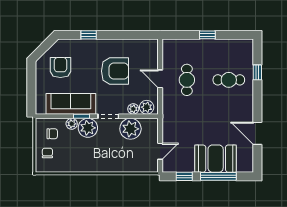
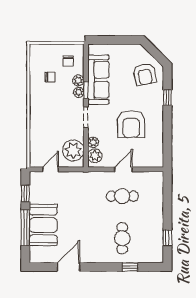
window: (207, 35) -> (167, 238), moved
armchair: (60, 68) -> (145, 74), moved, turned 78
plant: (88, 128) -> (79, 92), width x0.53, depth x0.53
plant: (130, 129) -> (73, 150), moved
door: (160, 151) -> (51, 169), swing flipped
chair: (47, 153) -> (50, 77), moved

